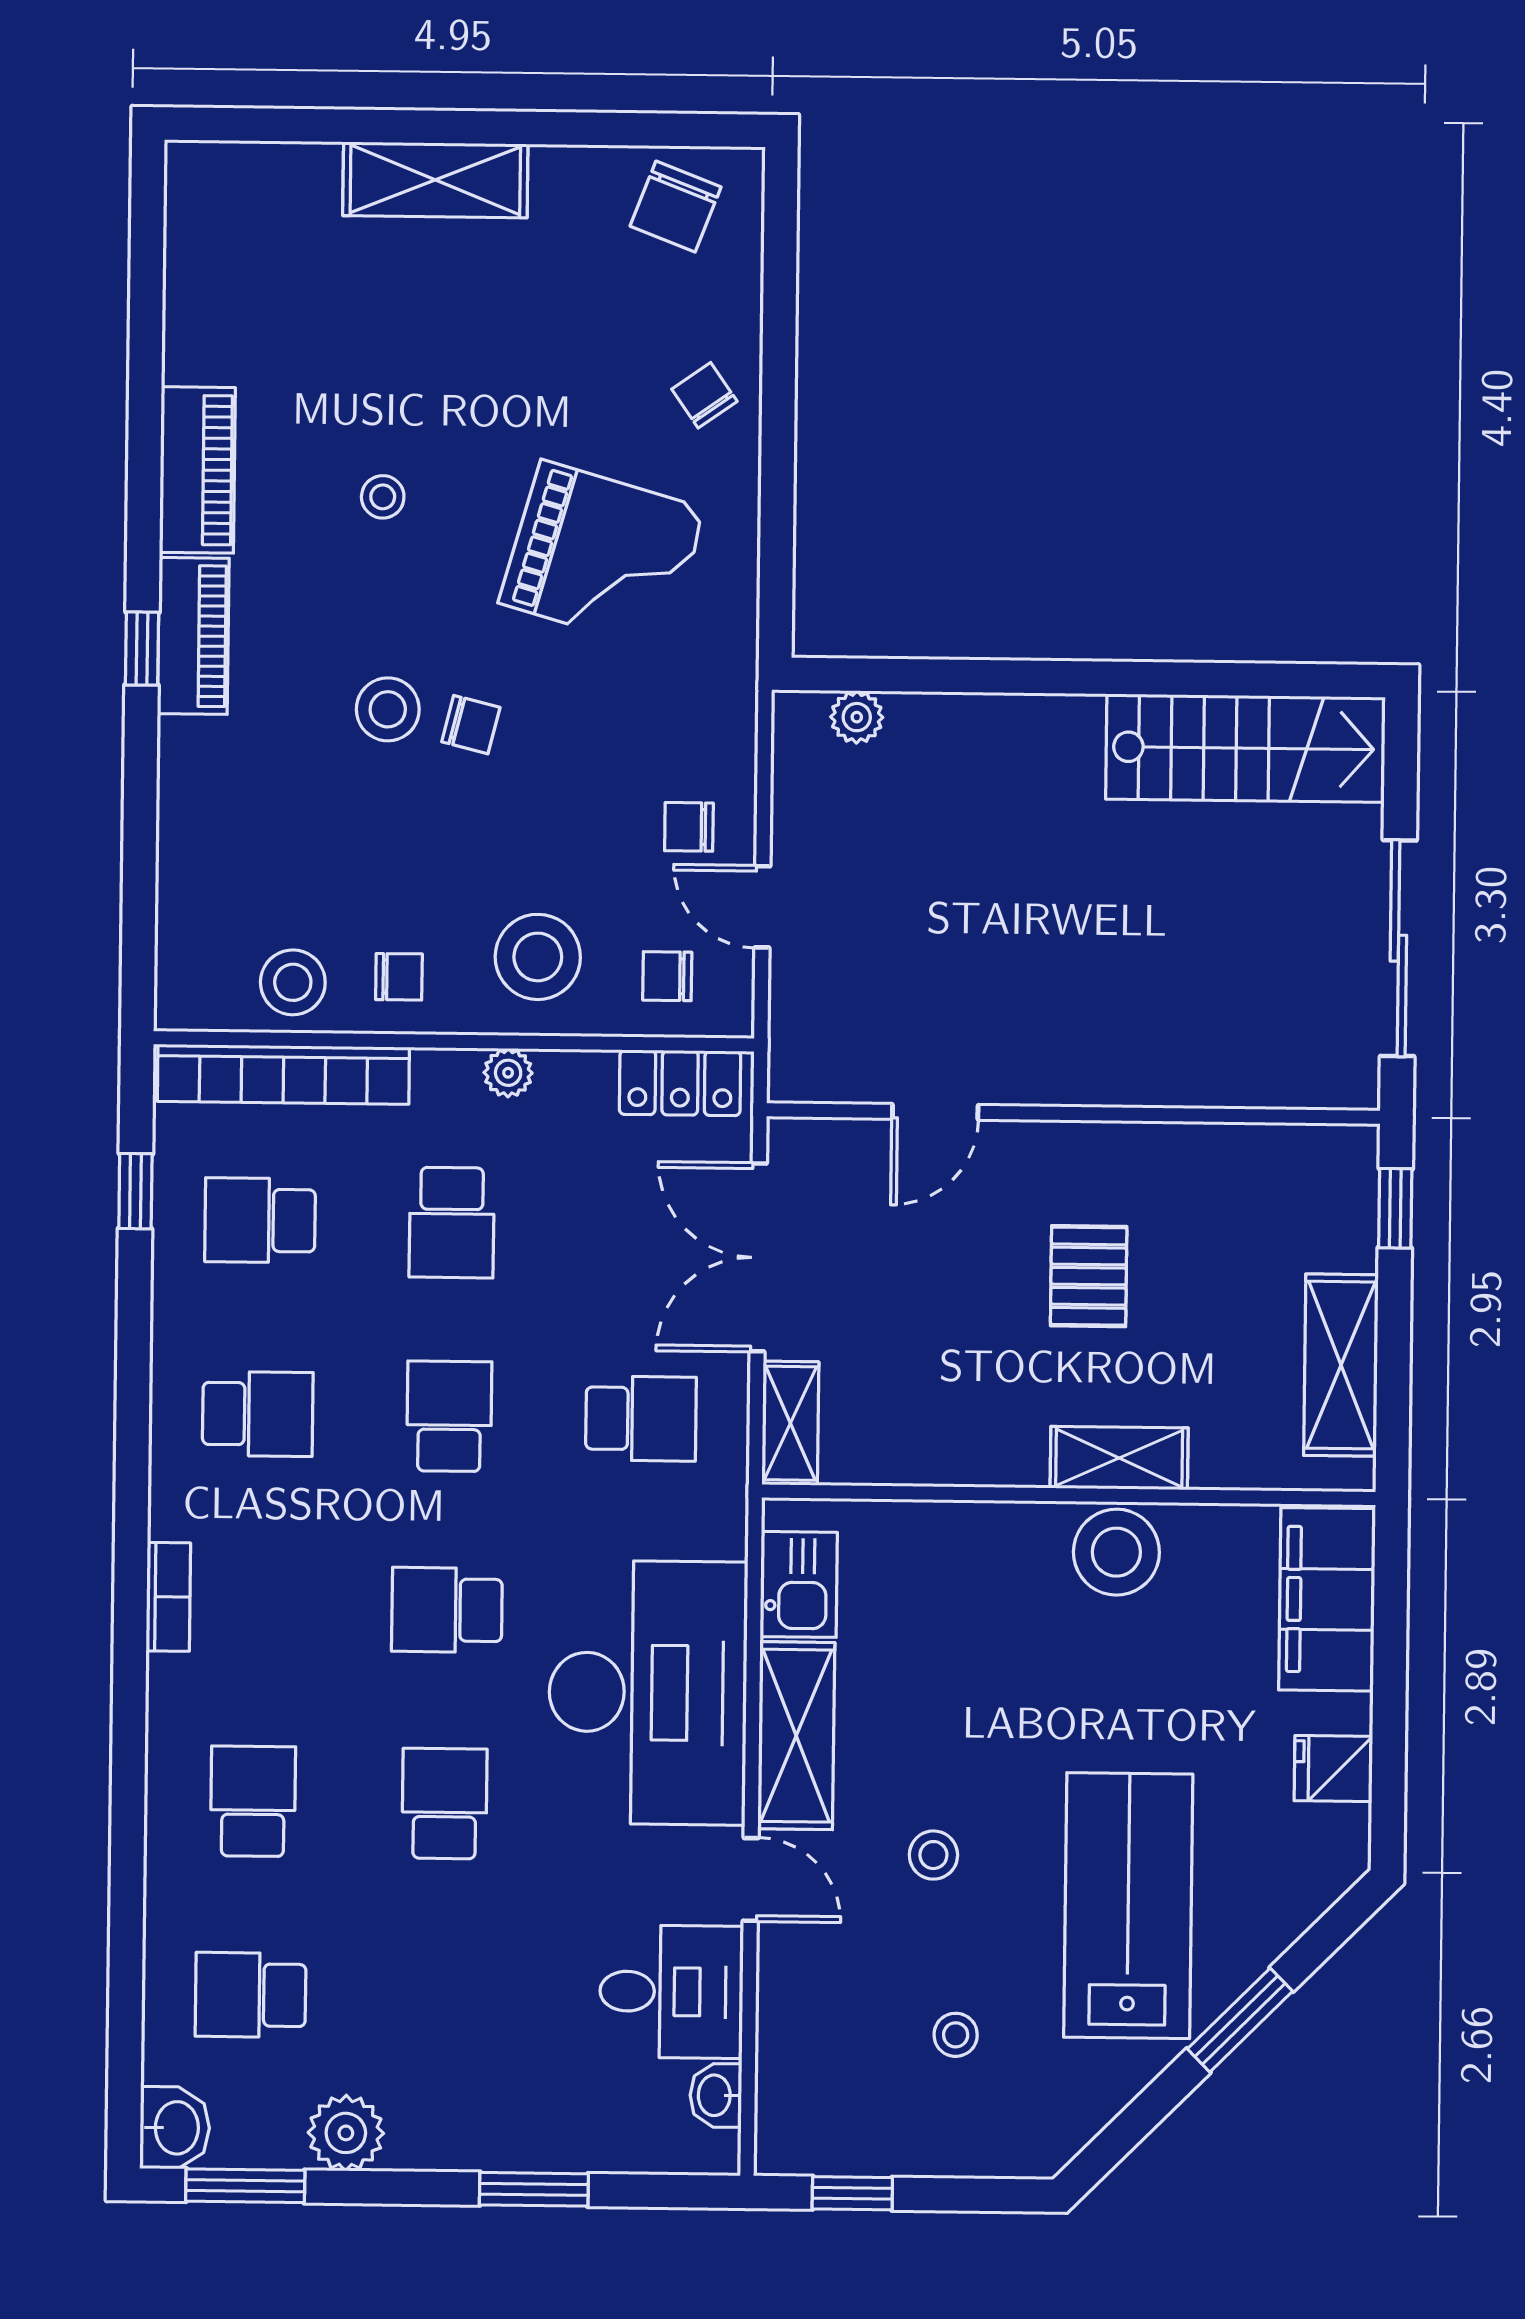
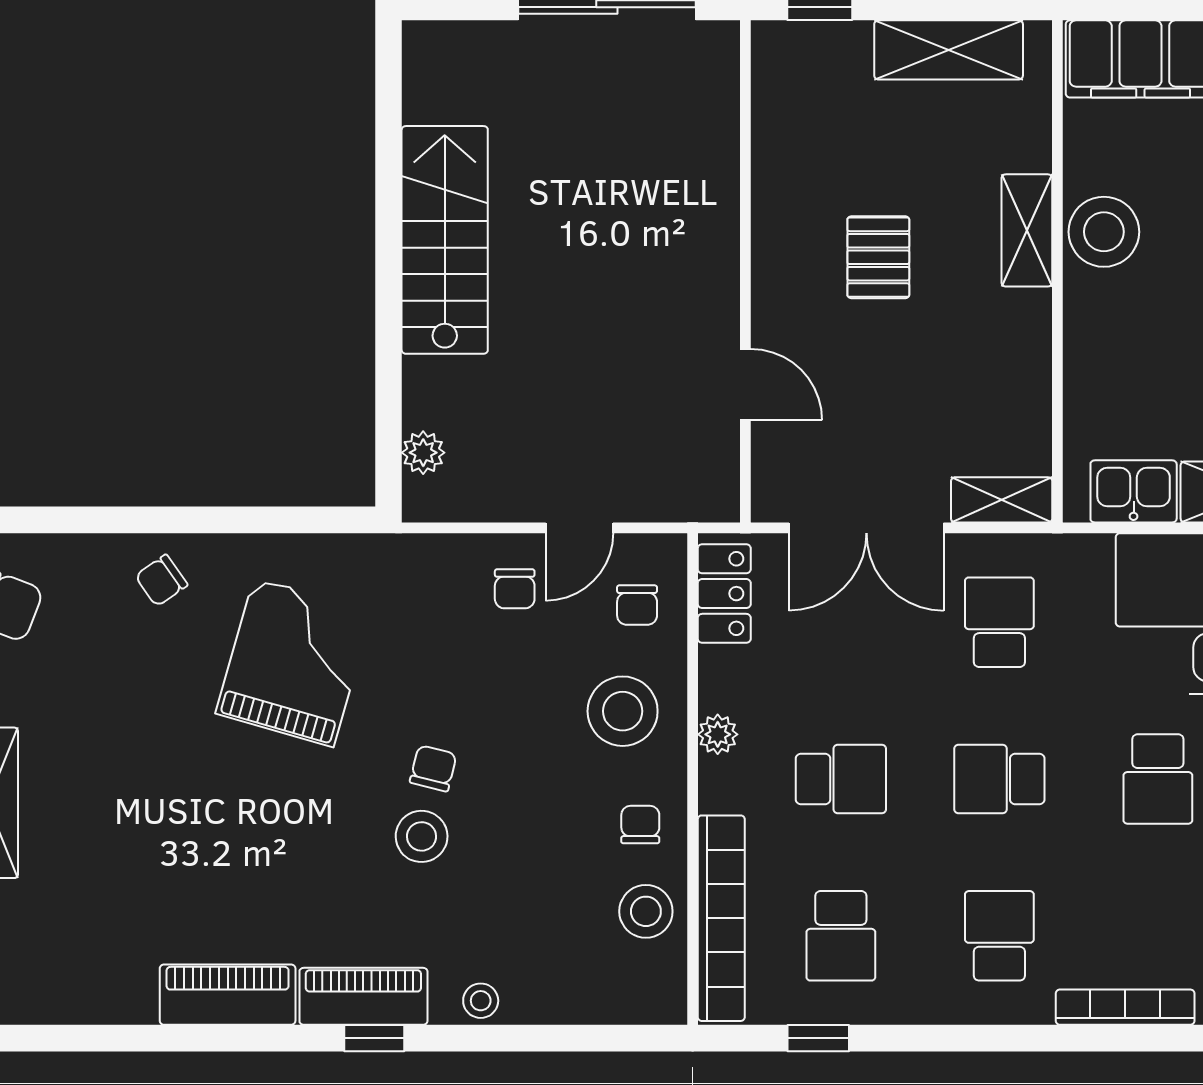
stool: (383, 497) -> (481, 1001), moved
stairs: (1245, 748) -> (445, 240), moved
pallet: (1089, 1276) -> (878, 257), turned 90
bookcase: (168, 1597) -> (1125, 1007), width x1.56

